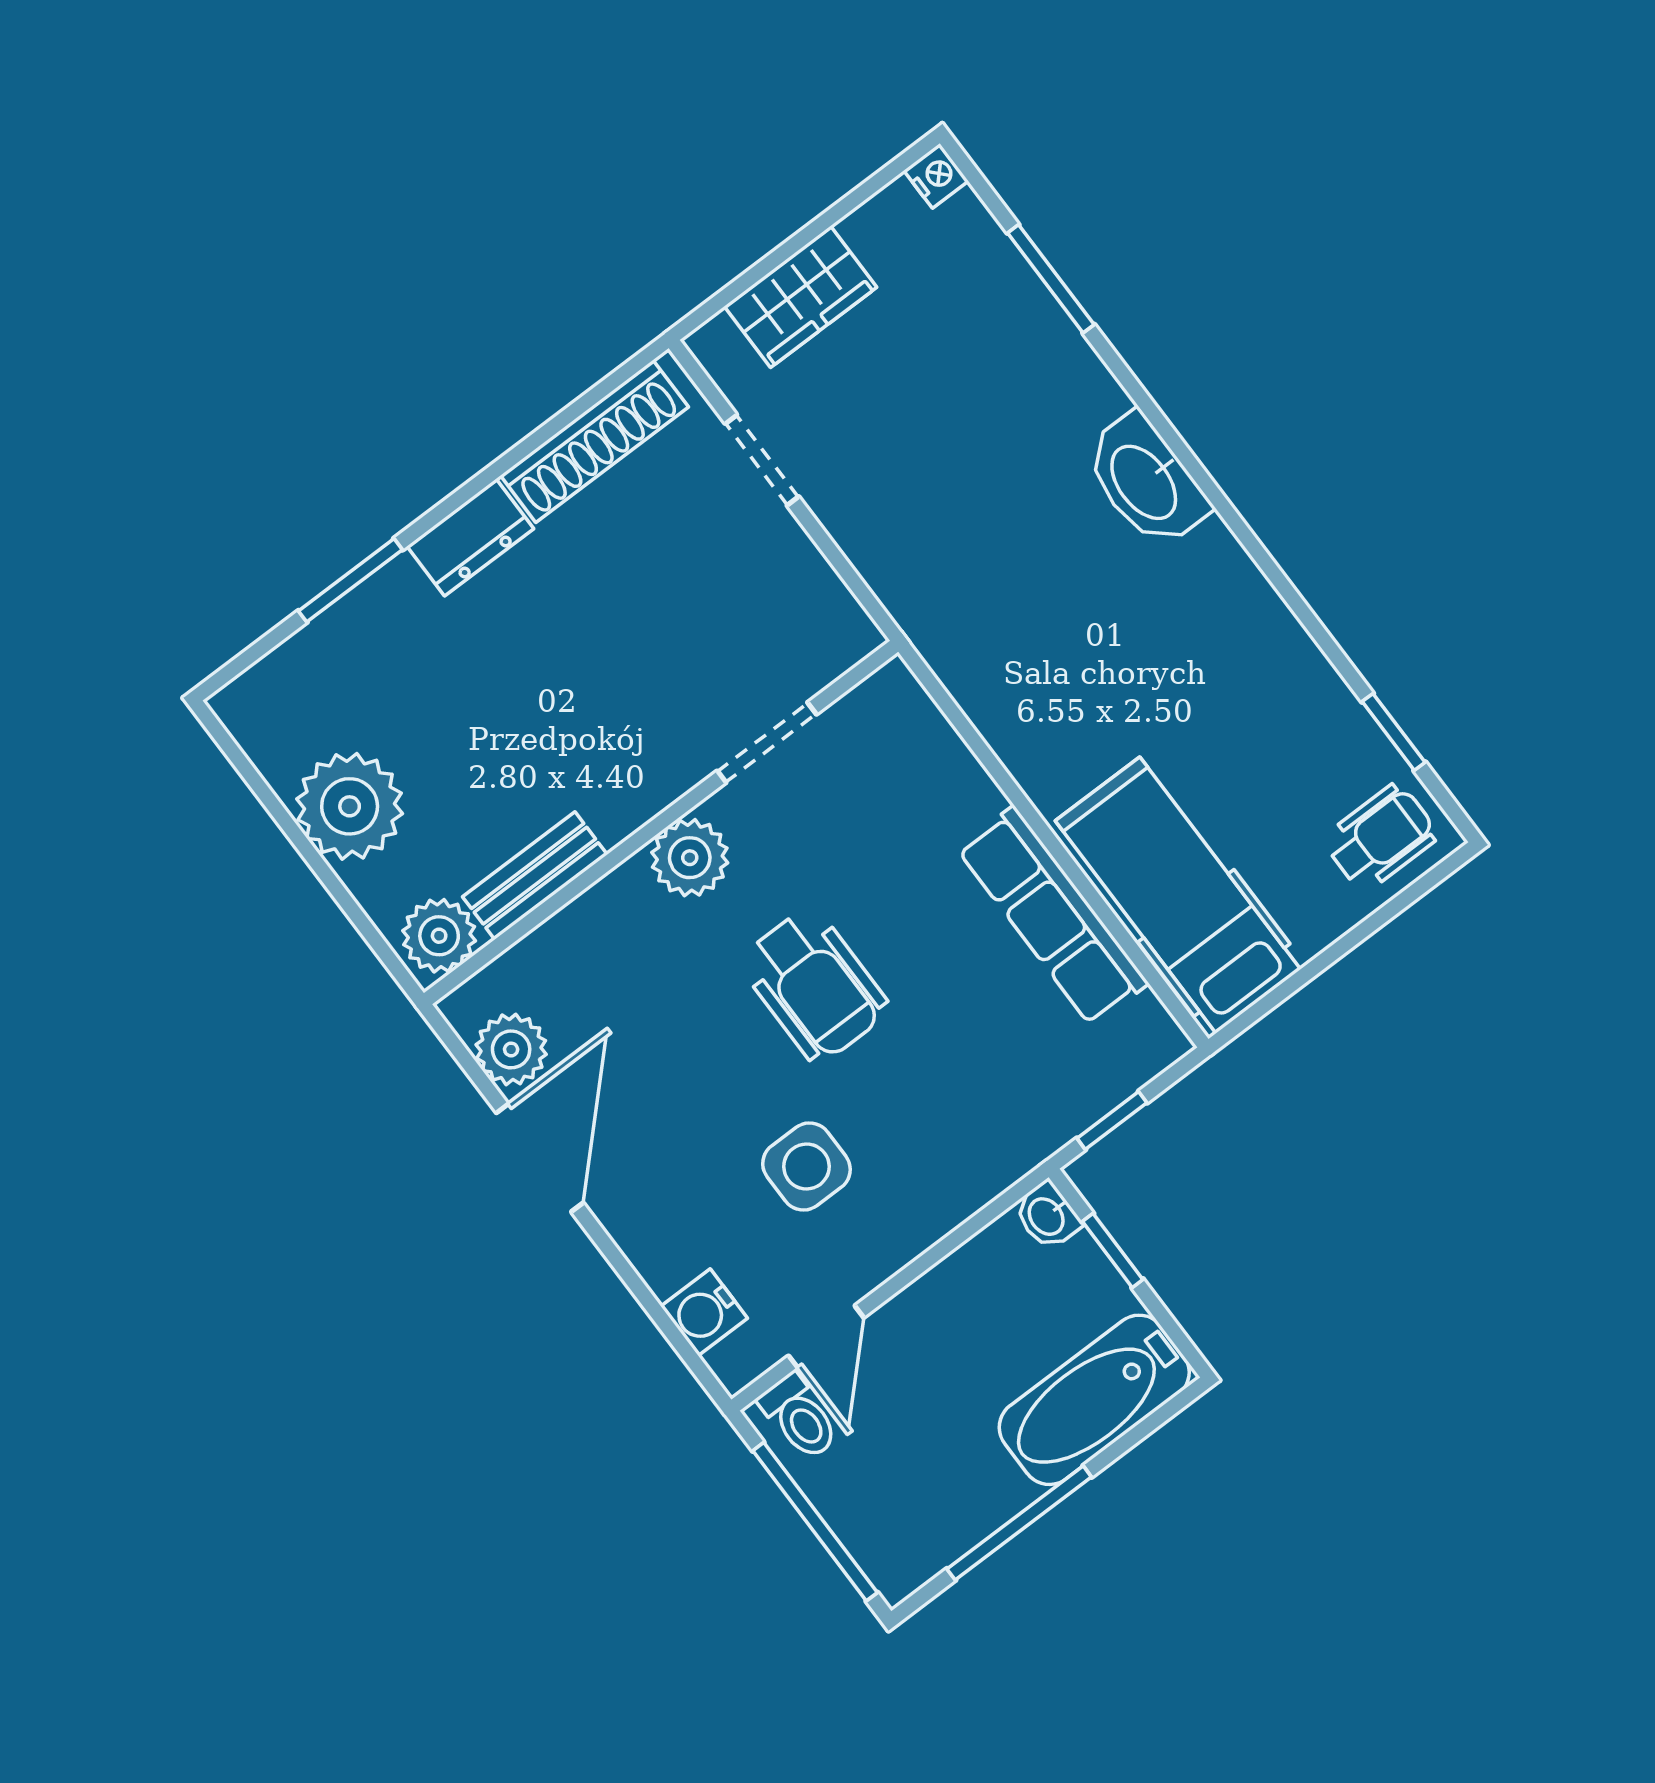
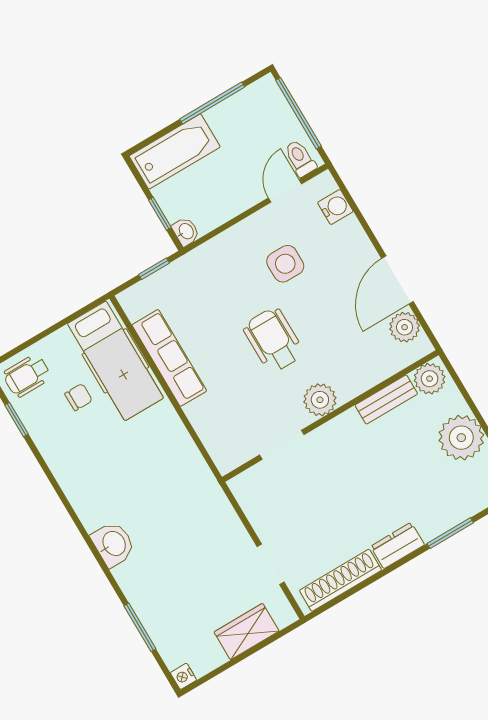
washbasin: (1146, 481) -> (113, 544), width x0.72
chair: (1254, 801) -> (79, 397), added

